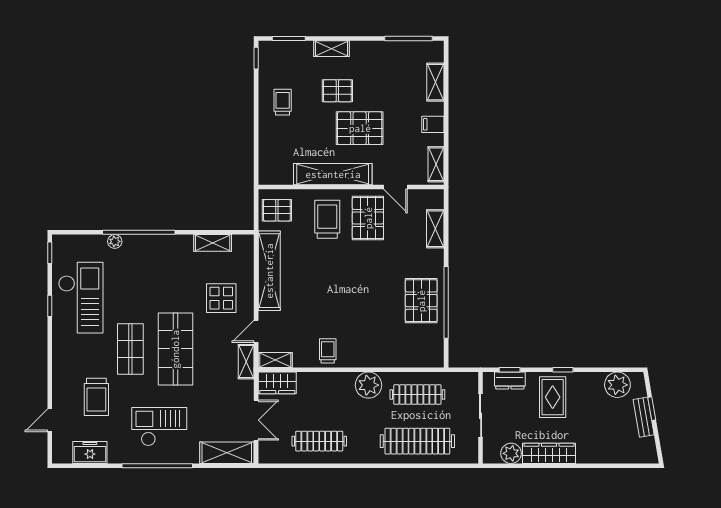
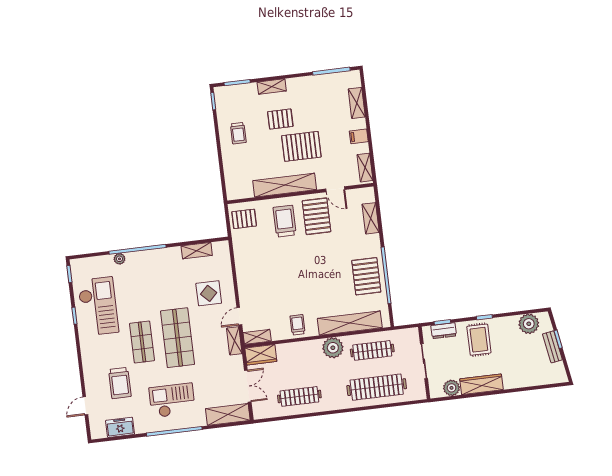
trolley: (283, 102) -> (238, 133), turned 180
shelving: (269, 271) -> (350, 323), moved, turned 90

